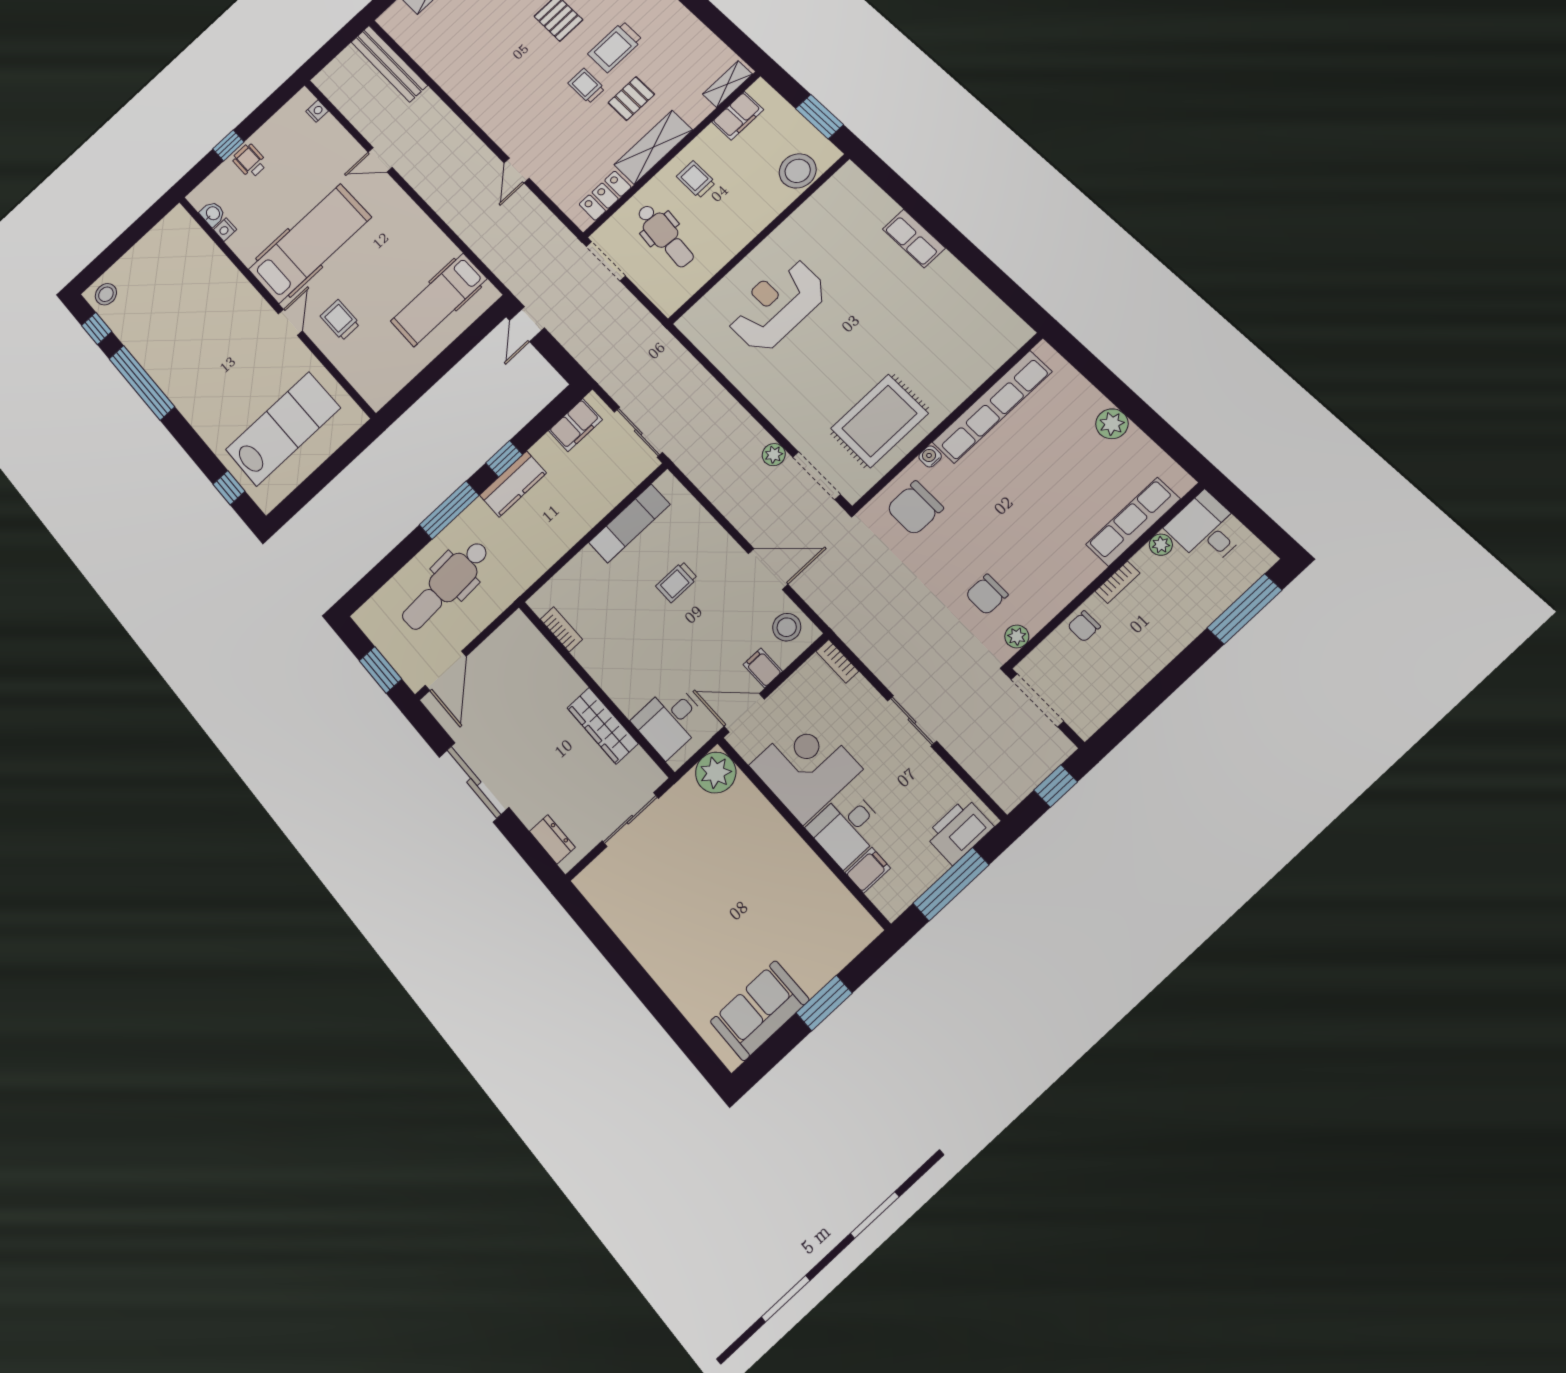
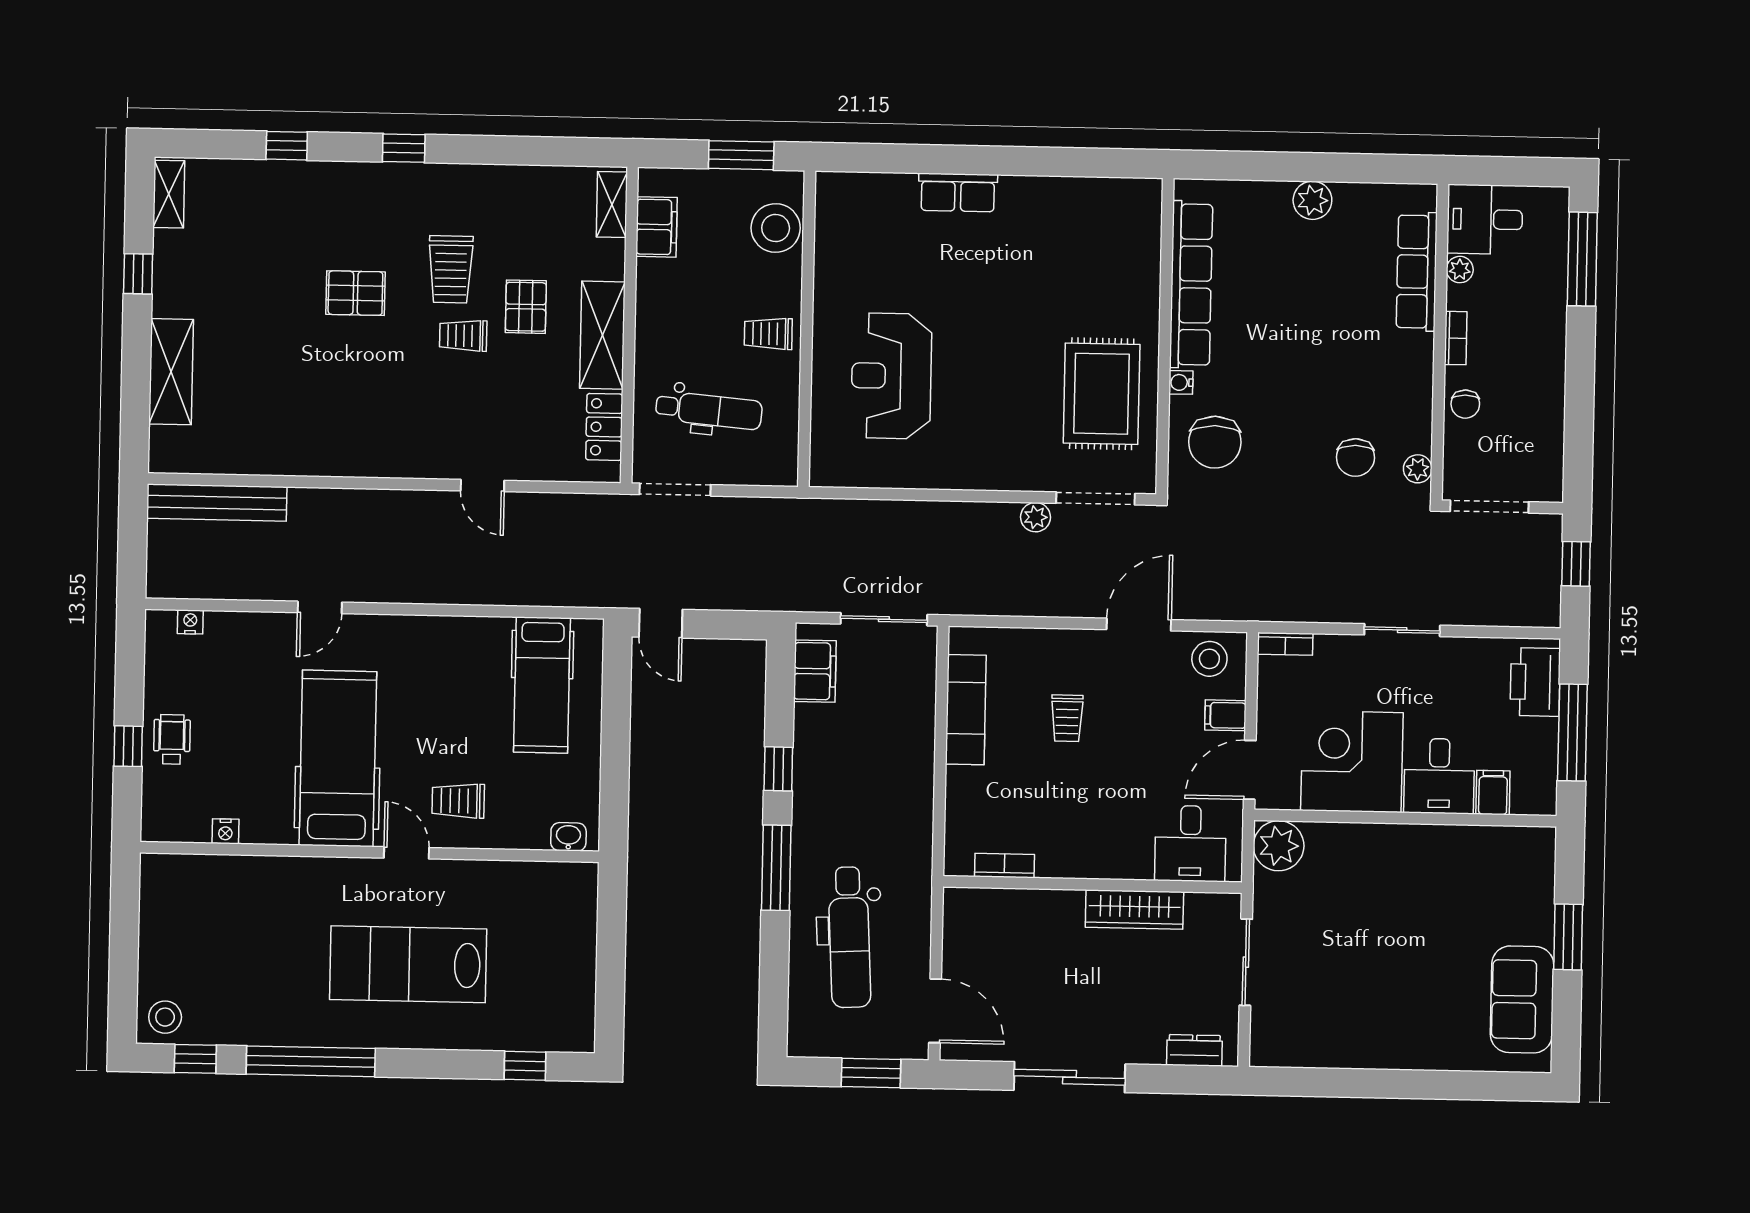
wheelchair: (250, 161) -> (172, 739), turned 90
trolley: (696, 179) -> (768, 334), moved
washbasin: (213, 214) -> (568, 837), moved
lab bench: (283, 429) -> (408, 964), moved, turned -90
kitchen counter: (513, 484) -> (813, 783), removed

